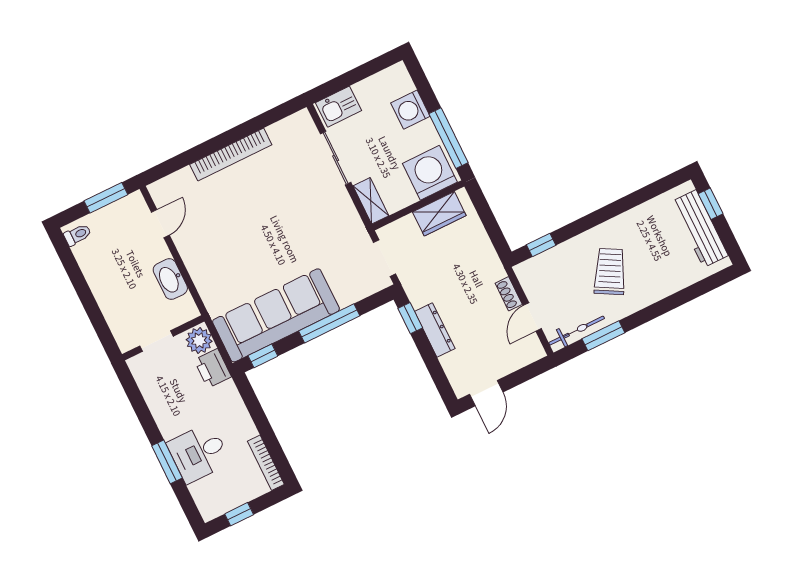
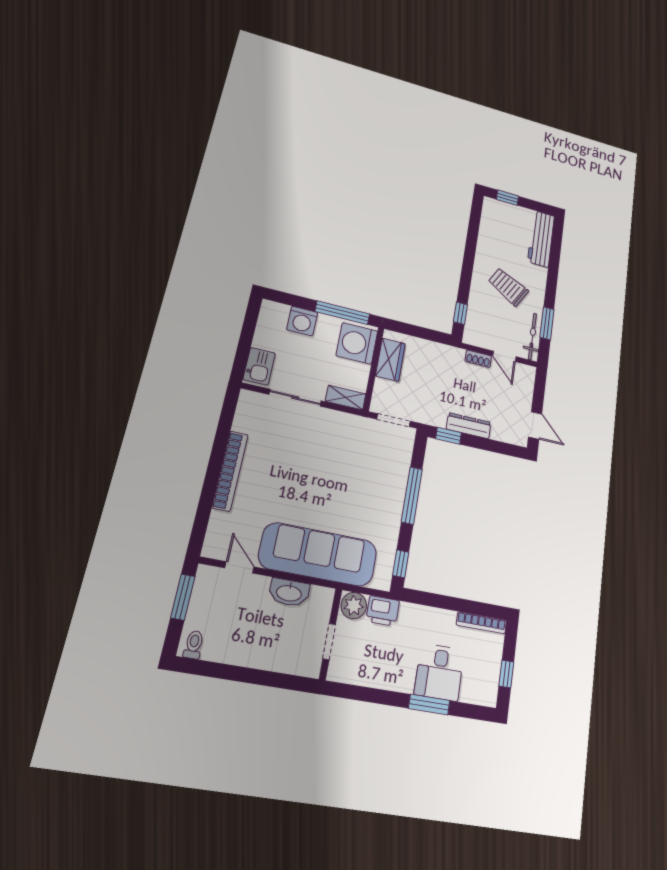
workbench: (700, 229) -> (541, 239), moved, turned 90
sofa: (276, 315) -> (318, 554), moved, turned 90

